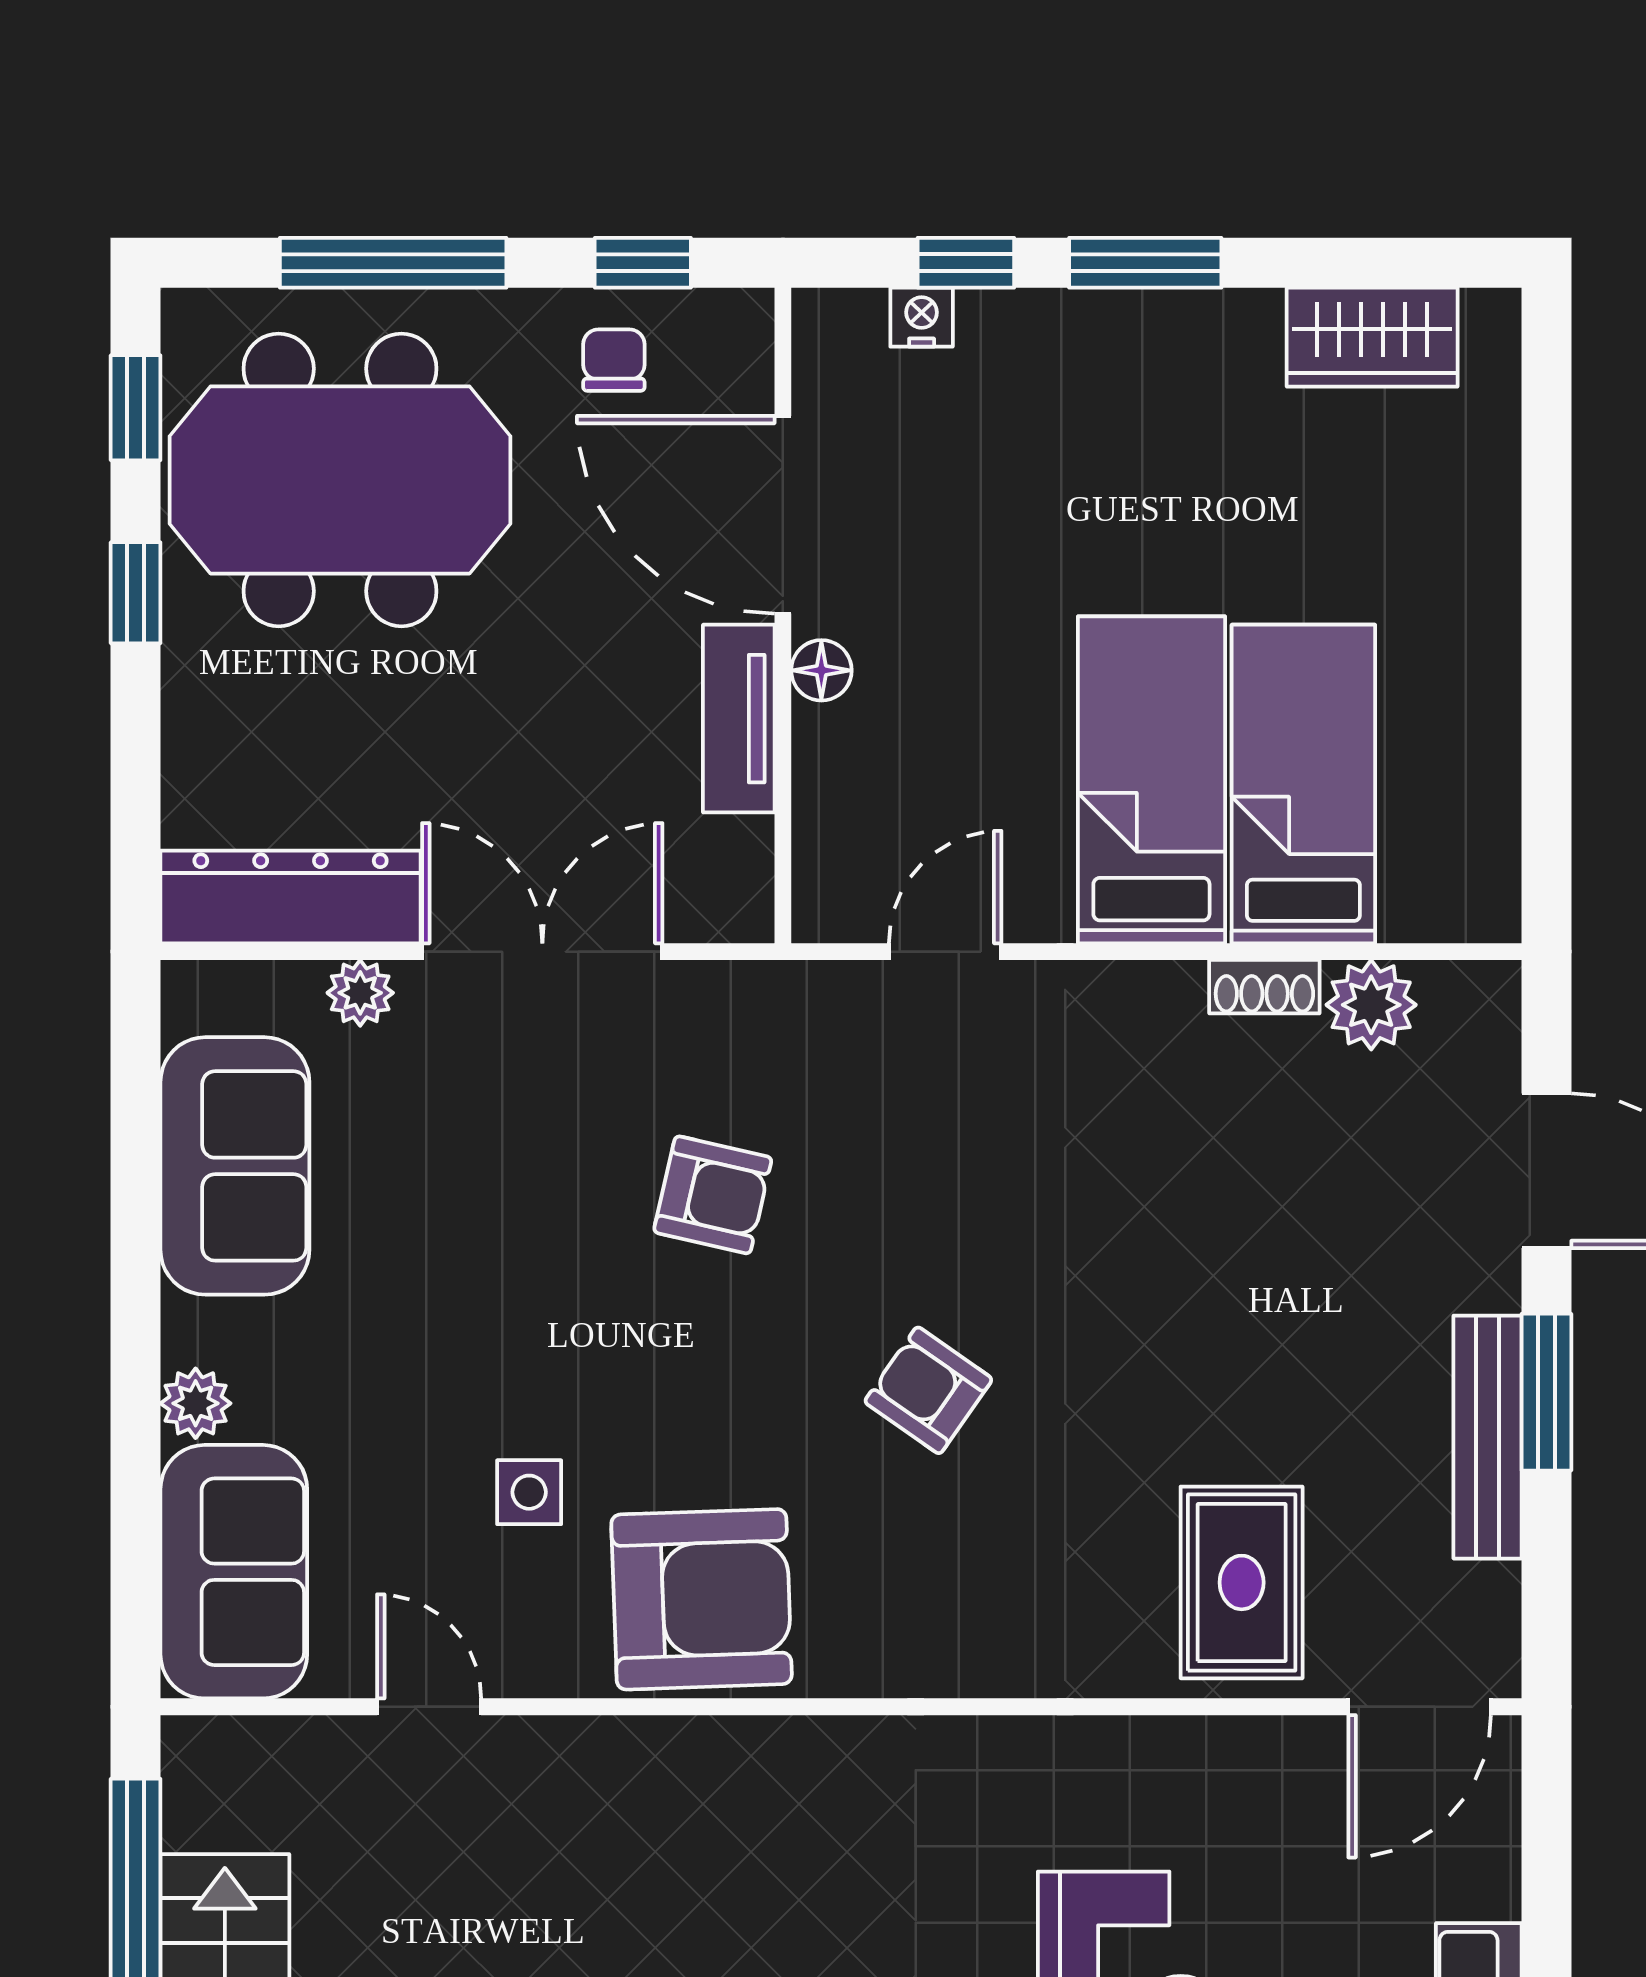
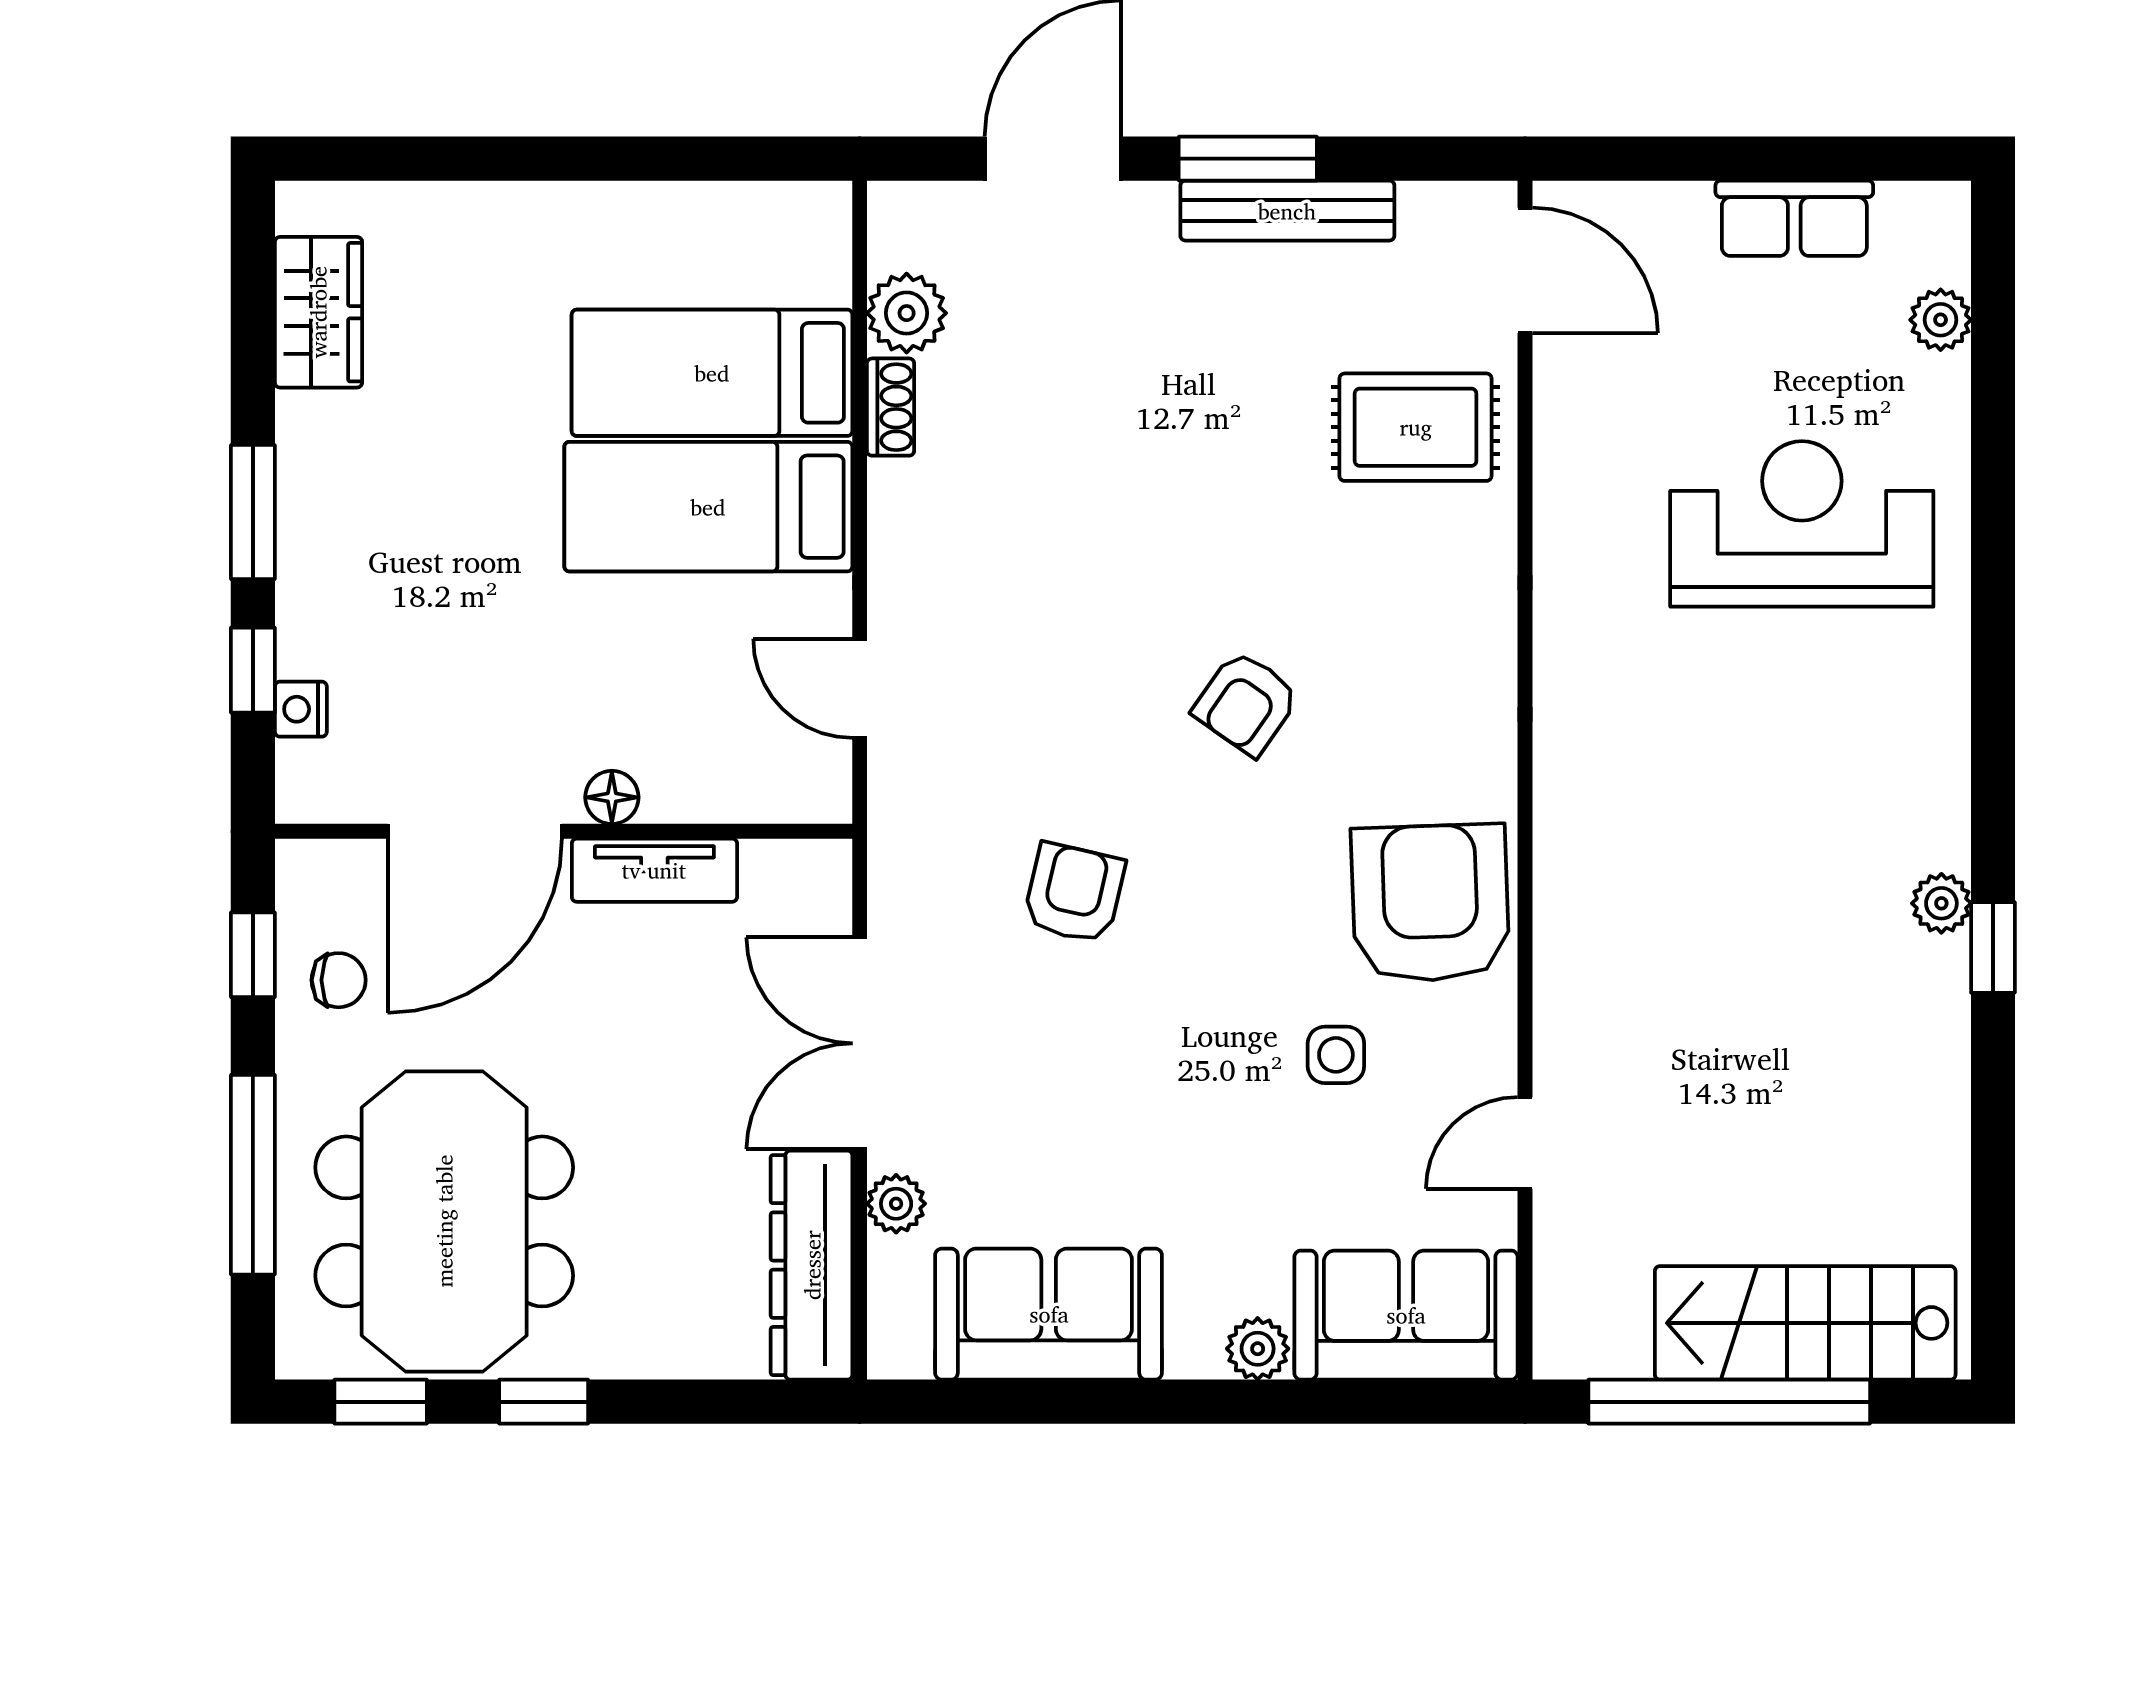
chair: (614, 360) -> (339, 980), turned 180

